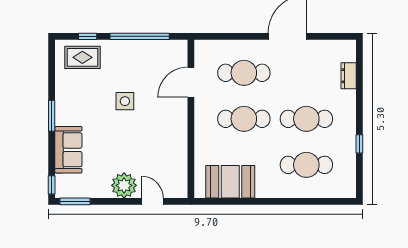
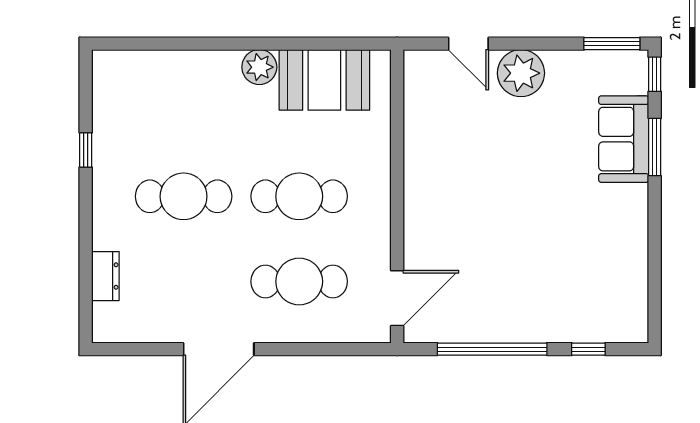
rug: (82, 57) -> (598, 310), removed
door: (191, 82) -> (397, 298), moved
side table: (125, 101) -> (519, 229), removed
window: (52, 116) -> (655, 147), moved
cafe table: (306, 165) -> (184, 111), removed
plant: (265, 189) -> (259, 67), added

